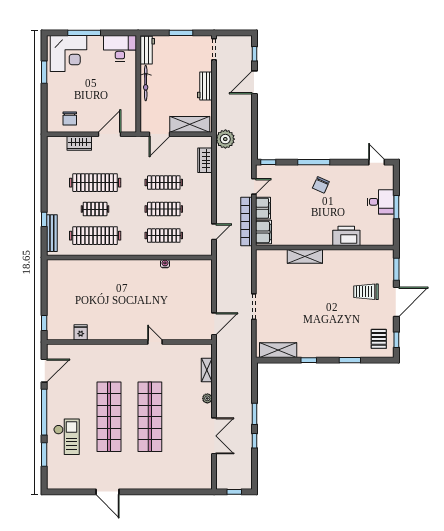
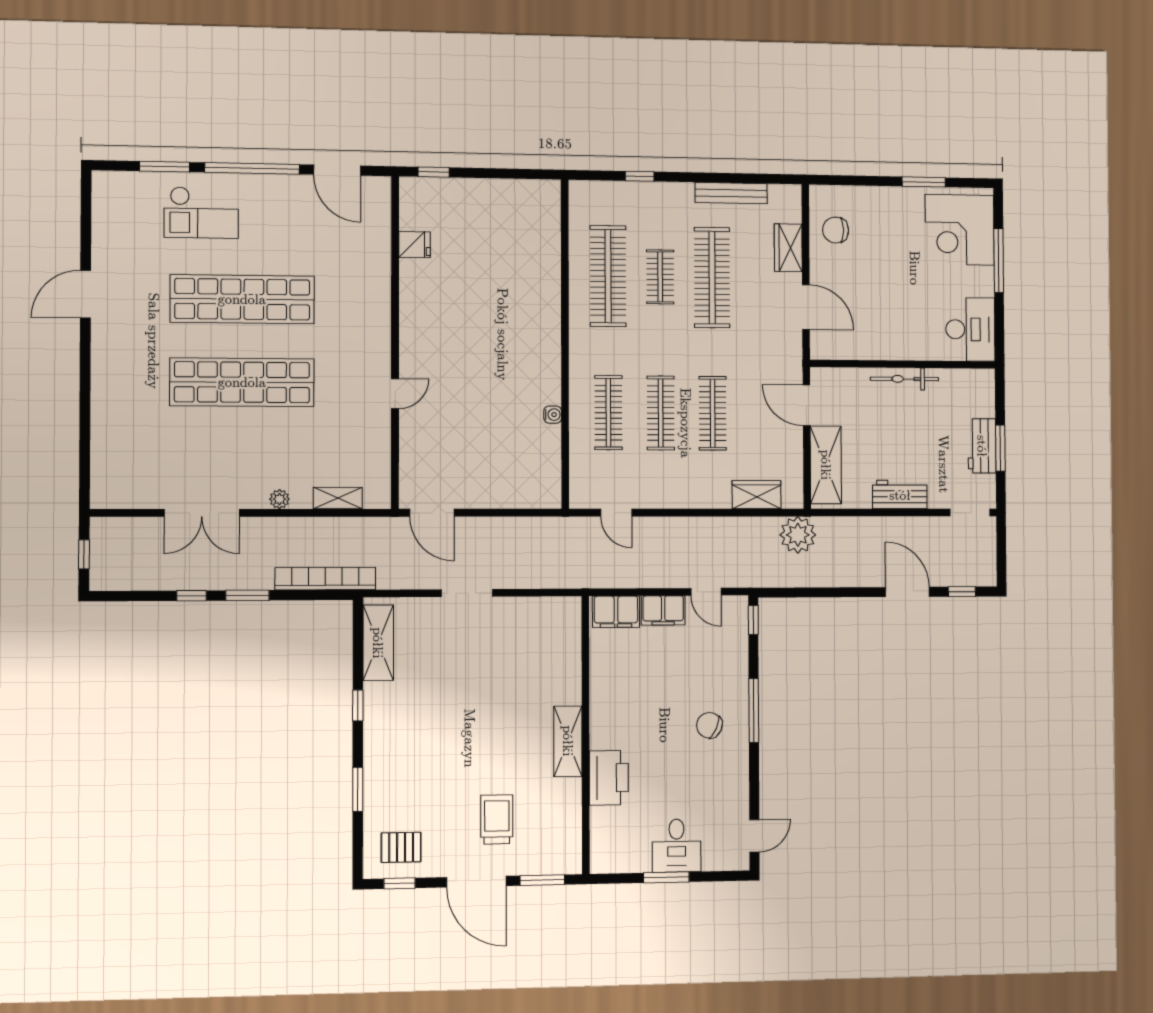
workbench: (147, 50) -> (982, 446), moved, turned 90
bookcase: (246, 221) -> (325, 579), moved
bench: (52, 233) -> (731, 193), moved
shelving: (305, 256) -> (568, 741), moved

